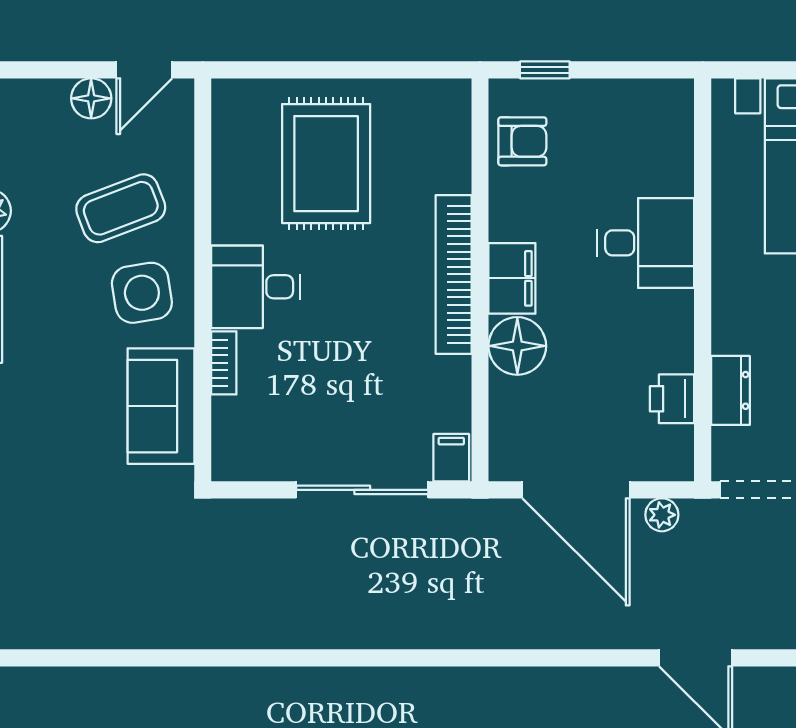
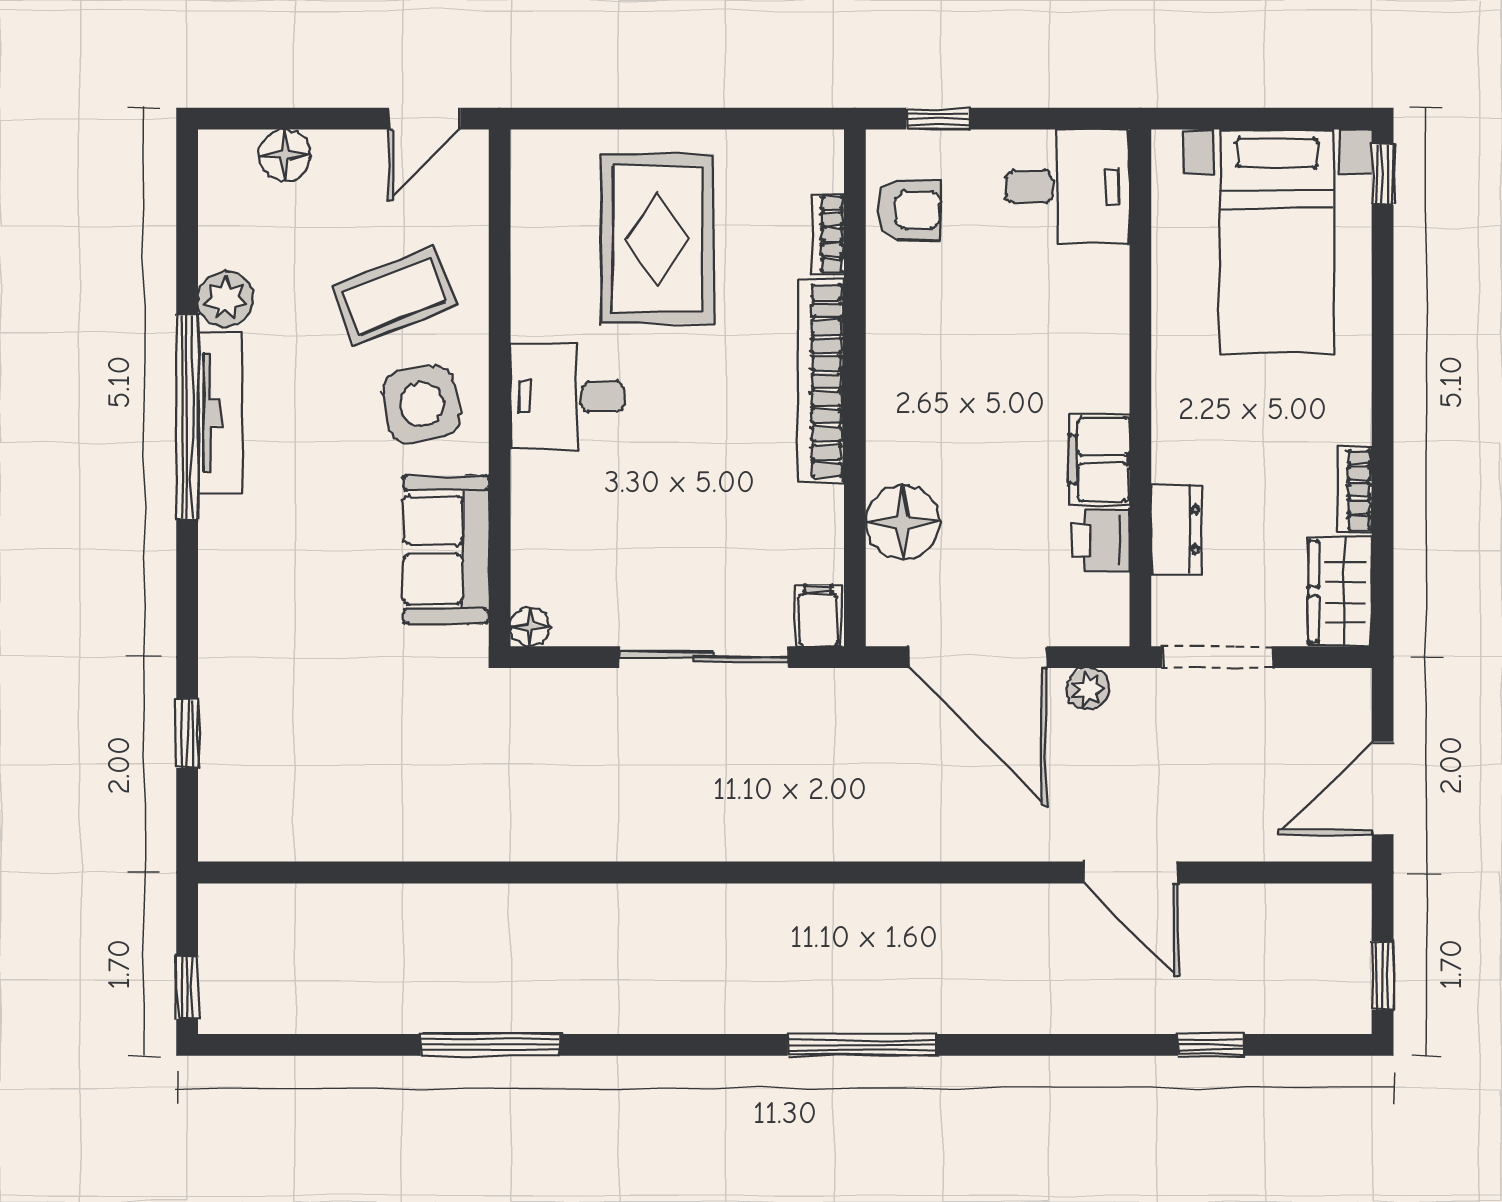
floor lamp: (91, 98) -> (284, 155), moved
desk: (646, 243) -> (1068, 187), moved
filing cabinet: (512, 278) -> (1099, 459), moved, turned 180
floor lamp: (517, 346) -> (903, 522), moved
bookcase: (224, 363) -> (828, 234), moved, turned 180
floor lamp: (226, 466) -> (530, 627), added

